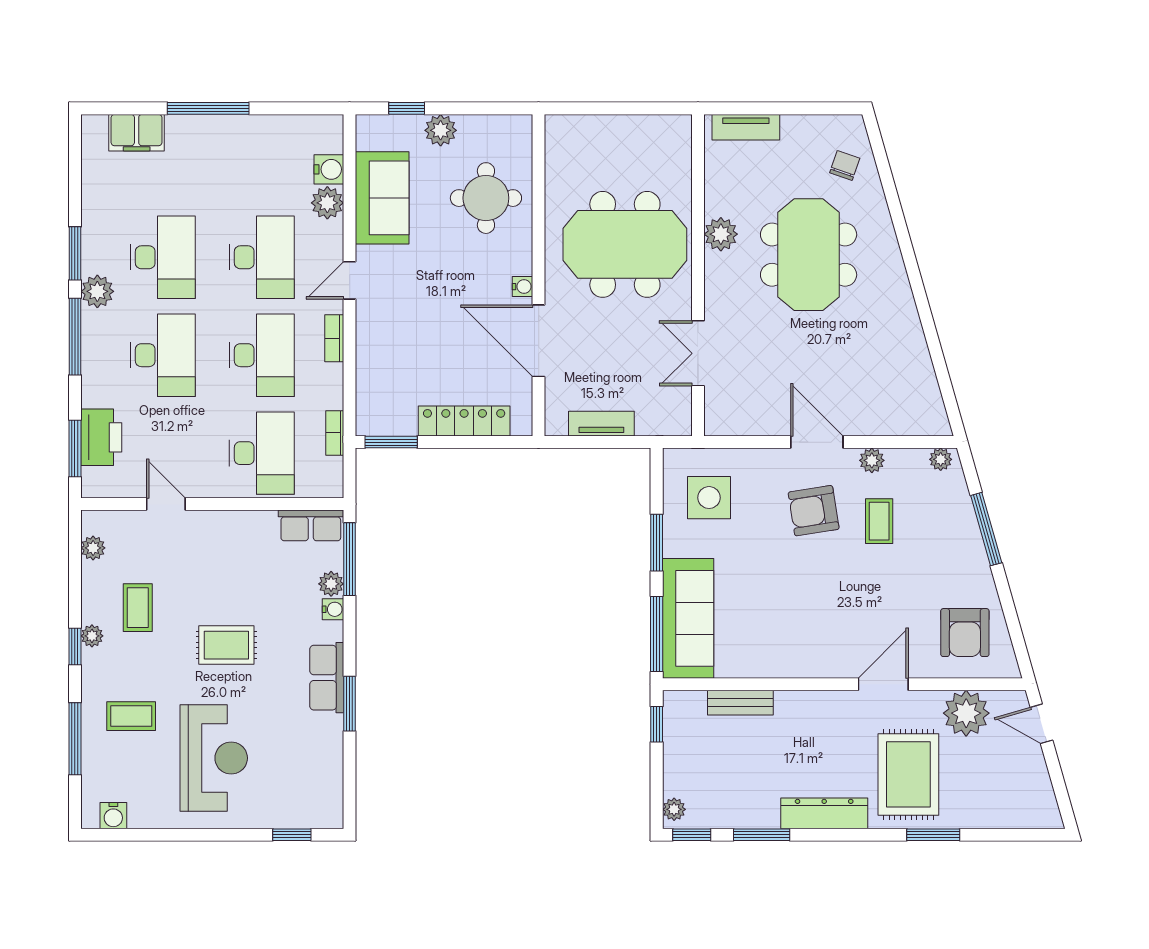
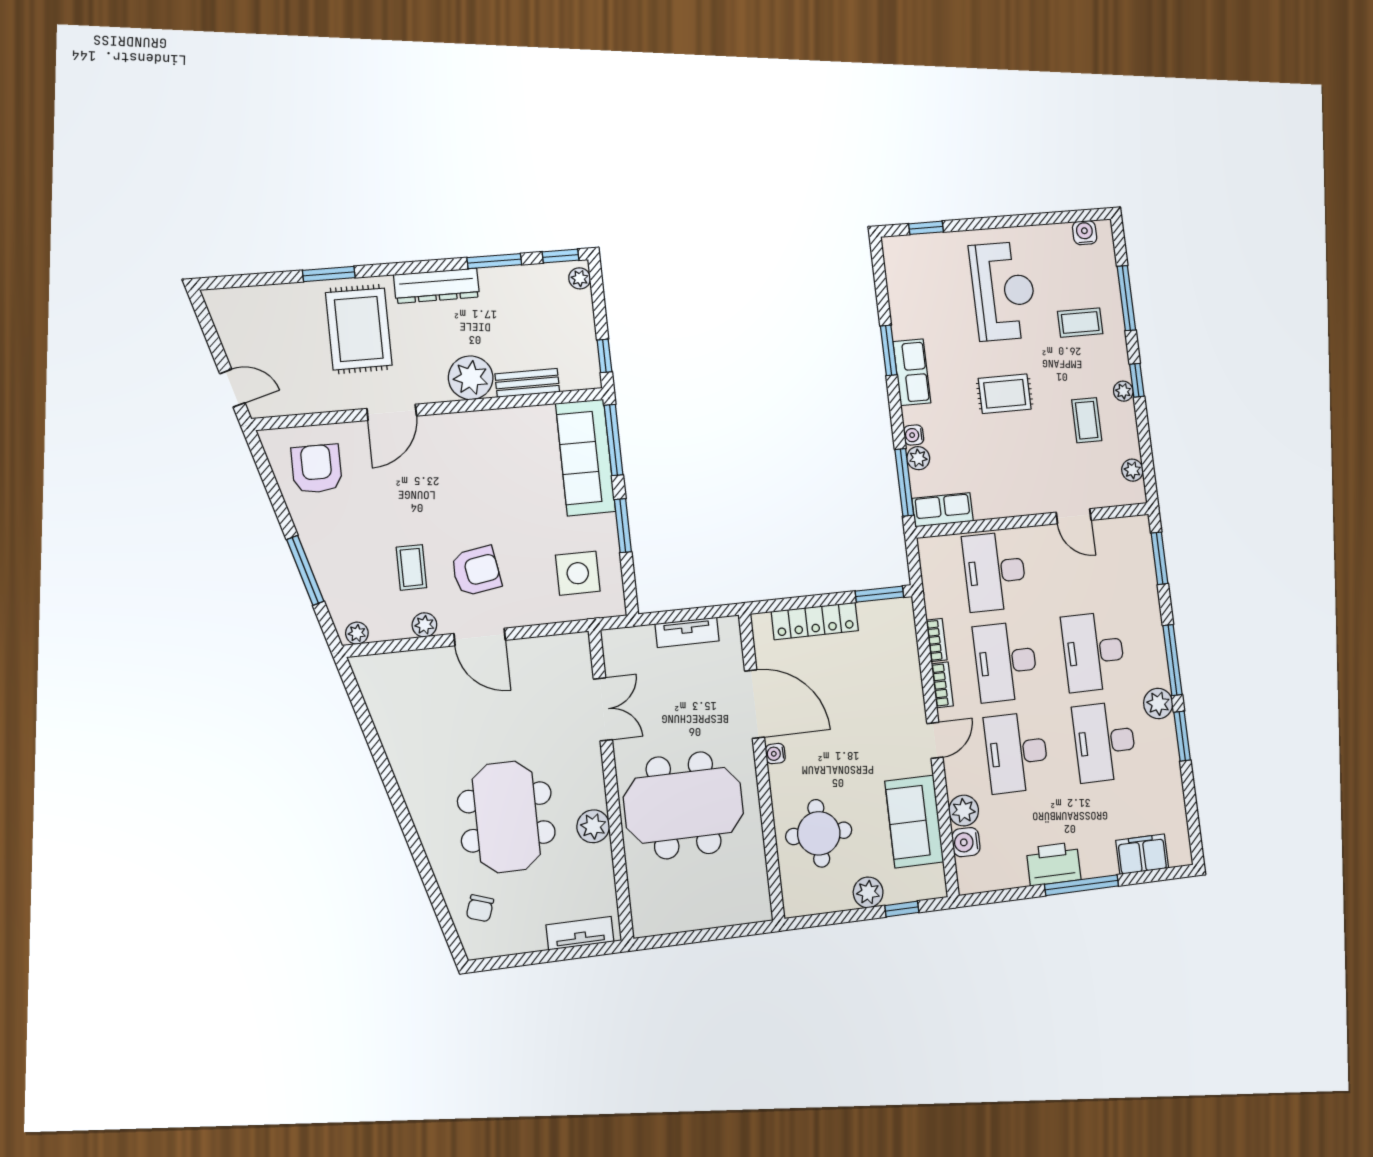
bookcase: (335, 433) -> (937, 640), moved
printer: (101, 437) -> (1054, 864), moved, turned 90
plant: (966, 713) -> (471, 378), moved
reception desk: (214, 758) -> (1003, 291), turned 180

